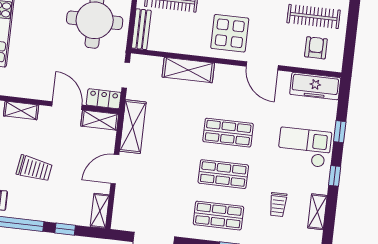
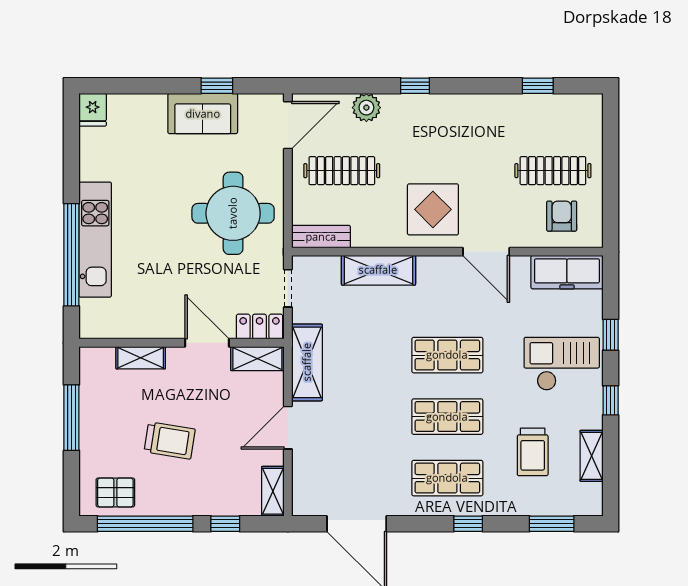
bench: (141, 29) -> (321, 237), moved, turned 90
trolley: (278, 205) -> (533, 452), width x1.36, depth x1.39

